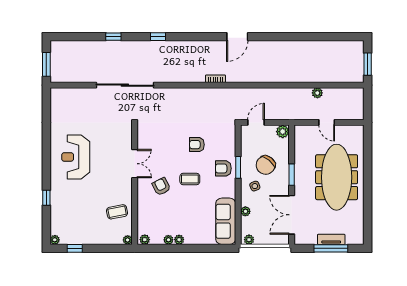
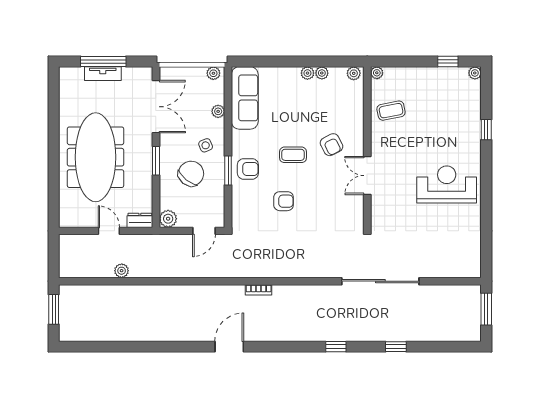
dresser: (304, 130) -> (140, 220), added
reception desk: (76, 157) -> (447, 184), turned -90

